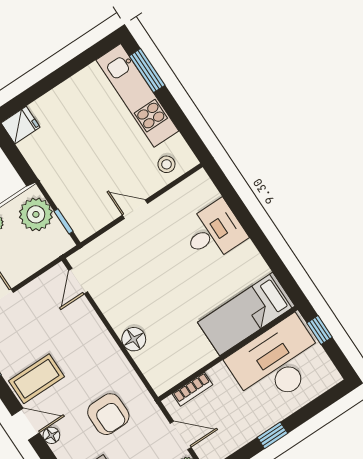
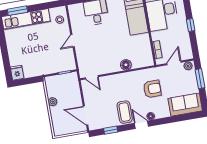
plant: (36, 214) -> (57, 83), removed
door: (26, 424) -> (141, 125), hinge flipped

